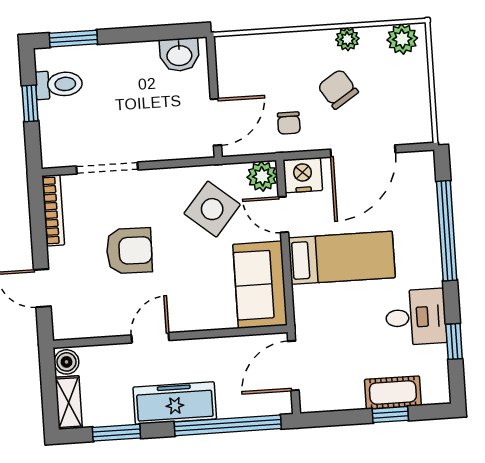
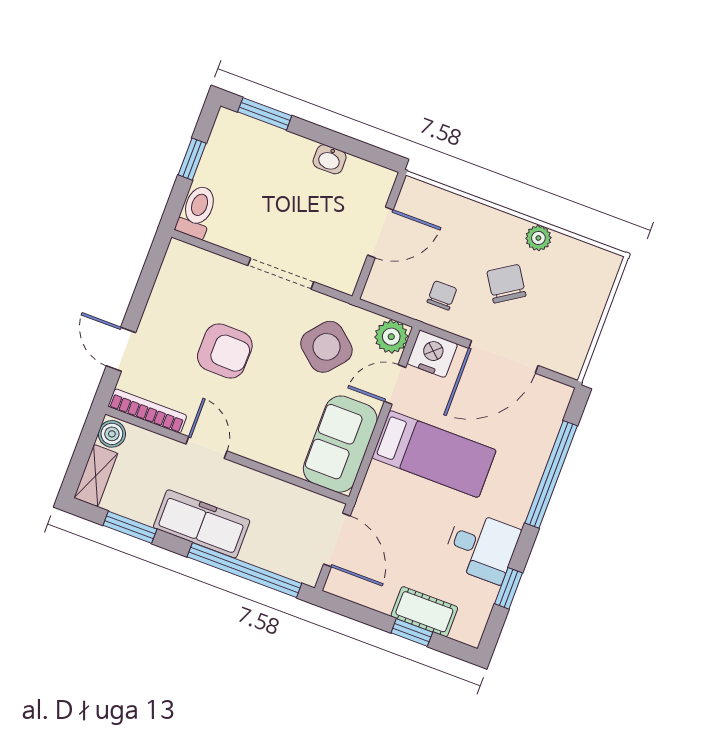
plant: (402, 39) -> (593, 263), removed
washbasin: (179, 55) -> (330, 159), moved, width x0.72, depth x0.69
toilet: (59, 84) -> (197, 211), moved, turned -90
door: (216, 122) -> (380, 232), moved
chair: (289, 123) -> (442, 295), turned 180
doorway: (107, 168) -> (281, 274), moved
bookcase: (53, 210) -> (147, 411), moved, turned -90
door: (283, 215) -> (395, 384), hinge flipped
door: (150, 338) -> (206, 448), hinge flipped
door: (293, 366) -> (337, 540), swing flipped

